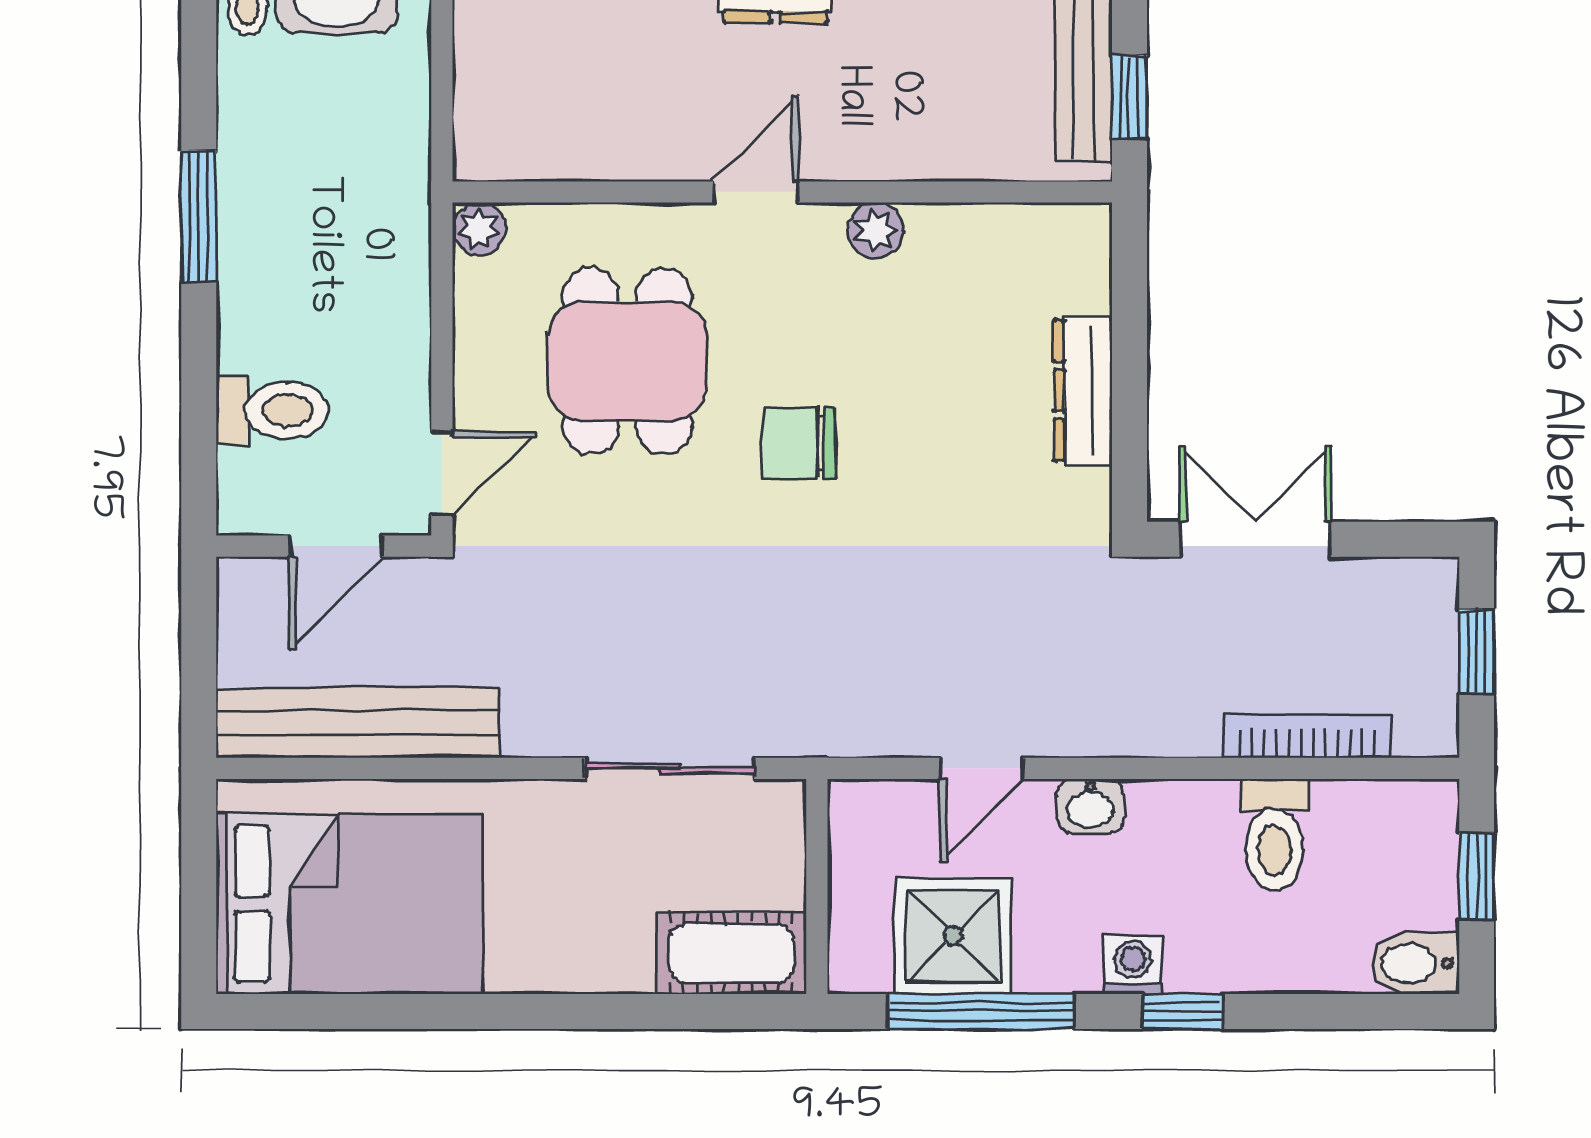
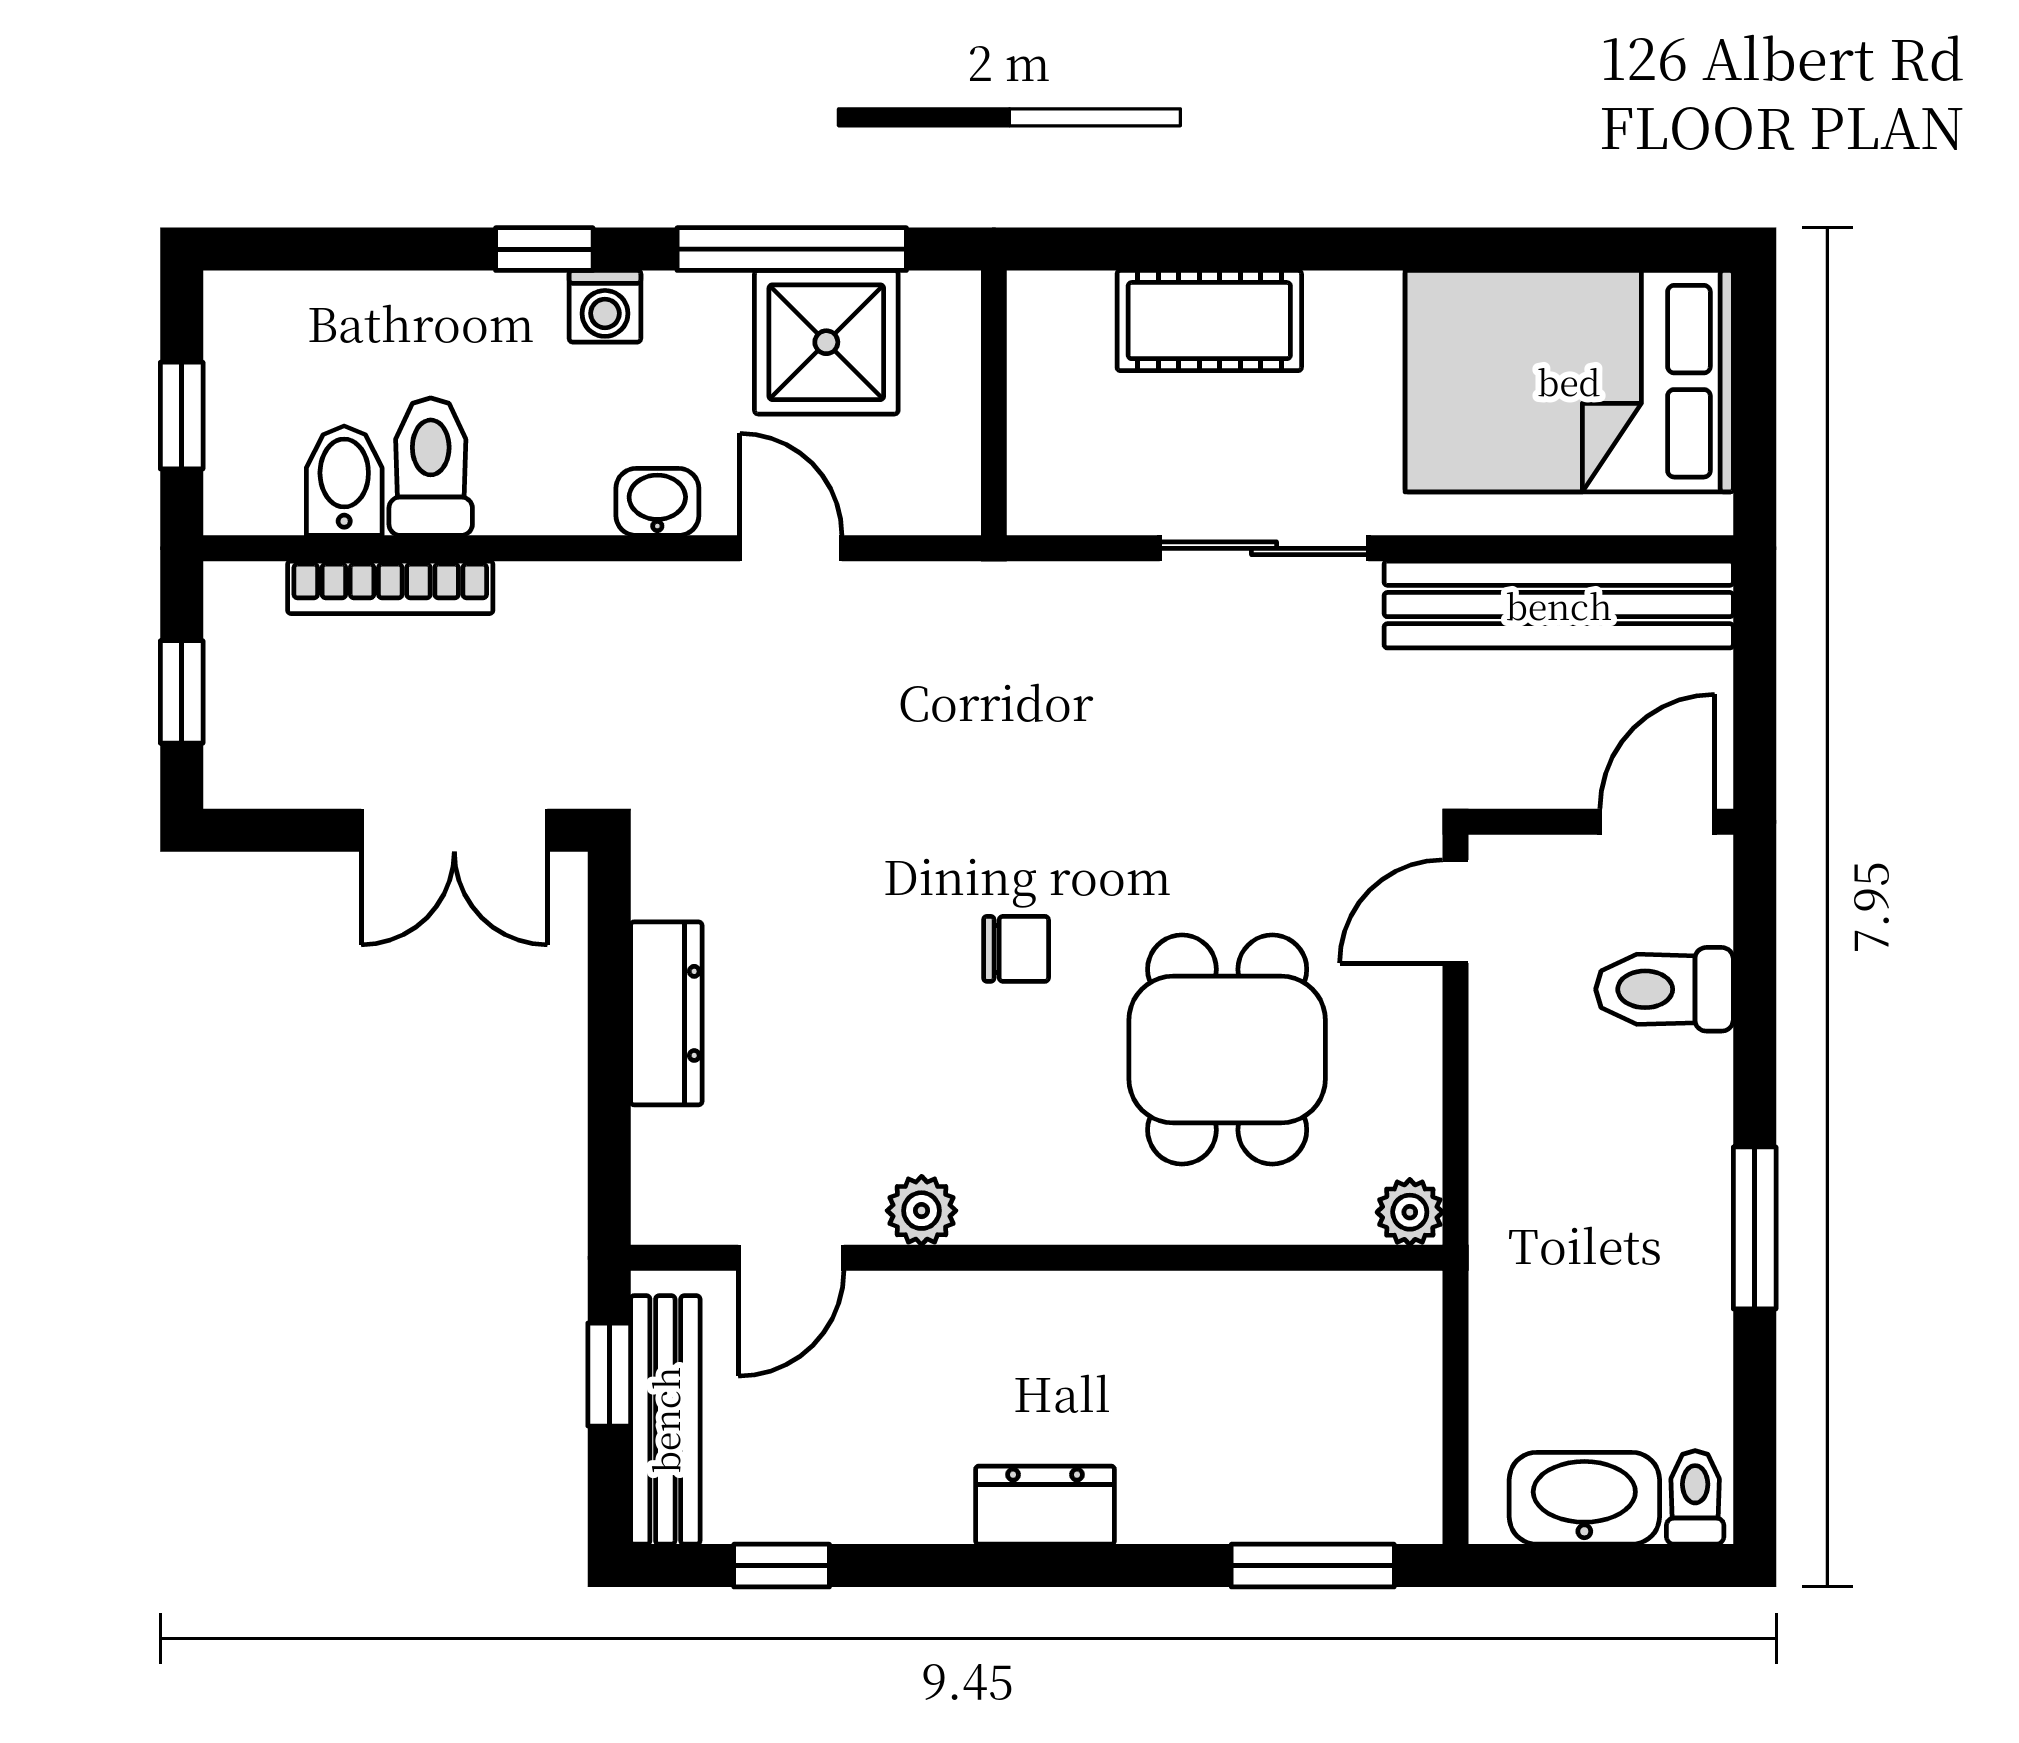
door: (756, 192) -> (791, 1258), moved
chair: (799, 443) -> (1016, 949), width x0.73, depth x0.73
door: (336, 546) -> (1657, 822), moved
sliding door: (670, 768) -> (1264, 548), moved
door: (982, 768) -> (791, 548), hinge flipped
cot: (732, 953) -> (1209, 321), moved
bidet: (1415, 963) -> (344, 481), moved, turned -90

